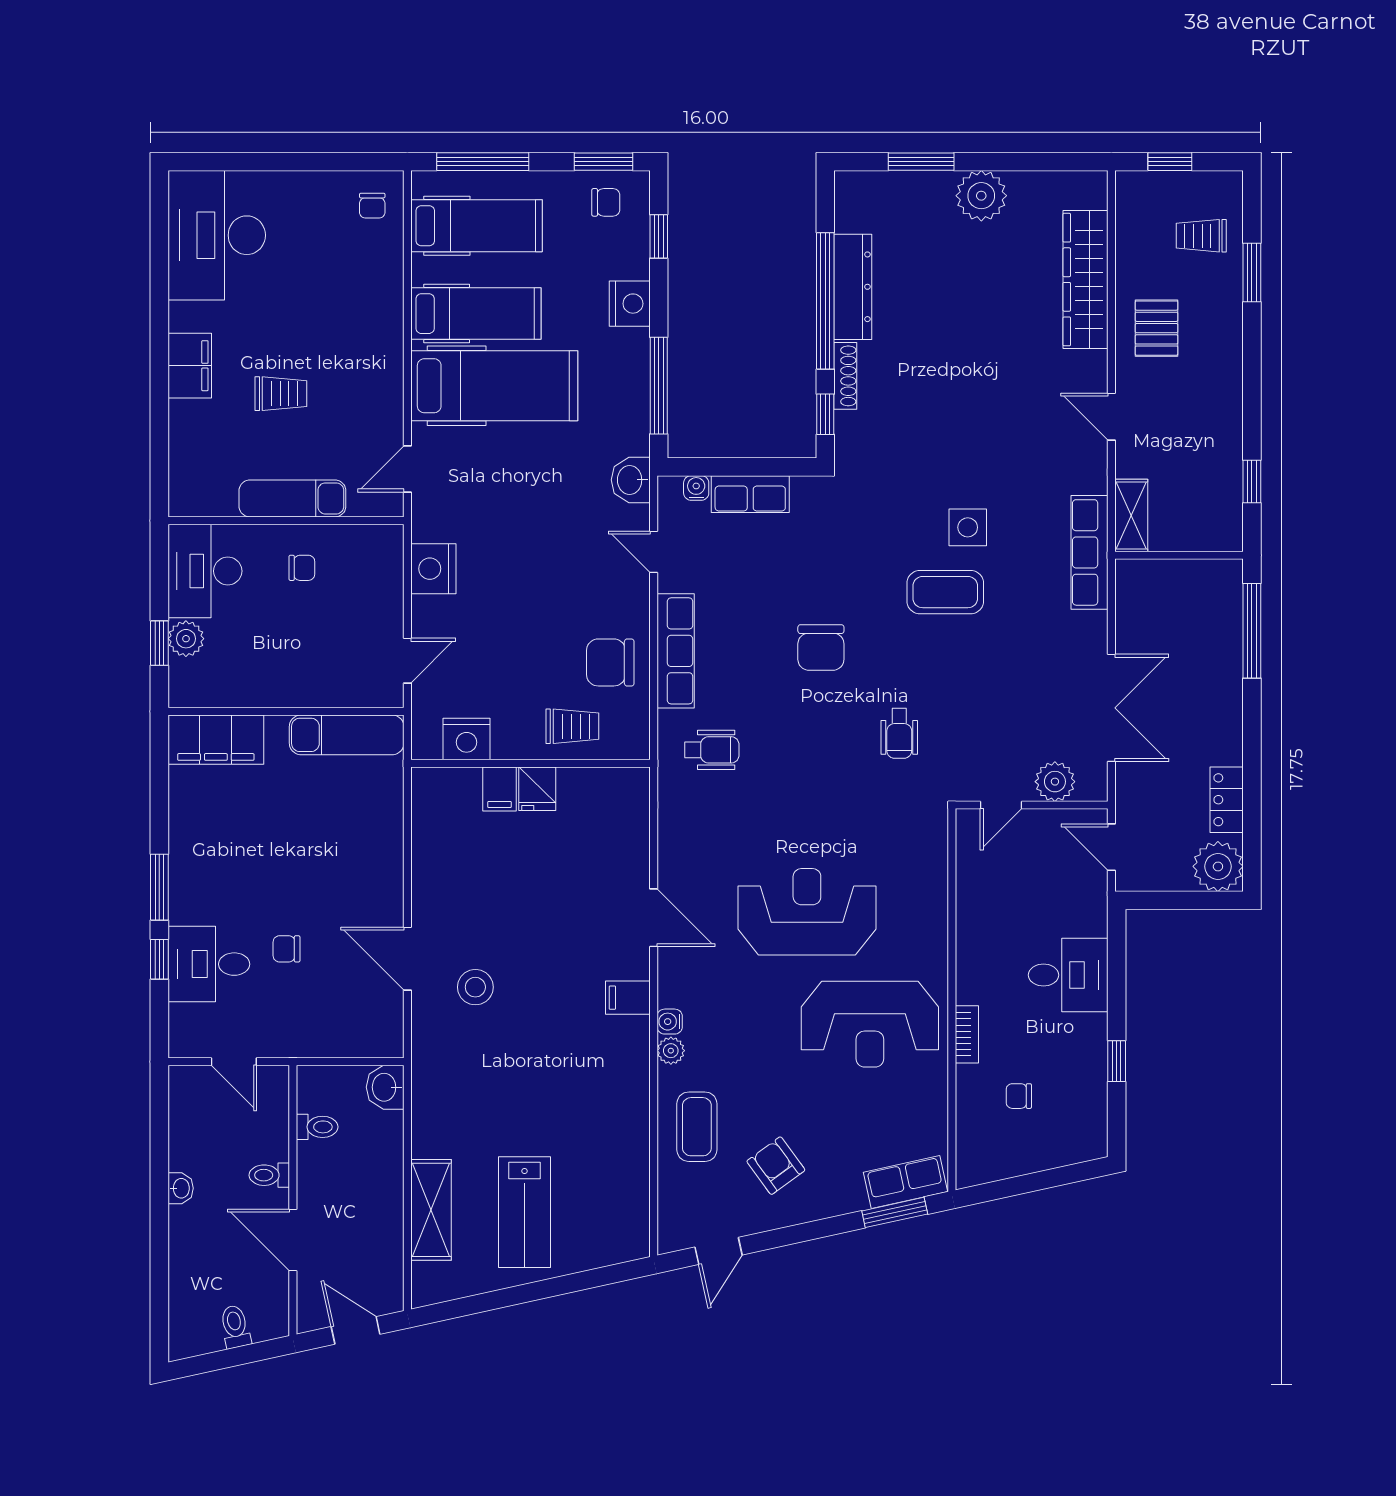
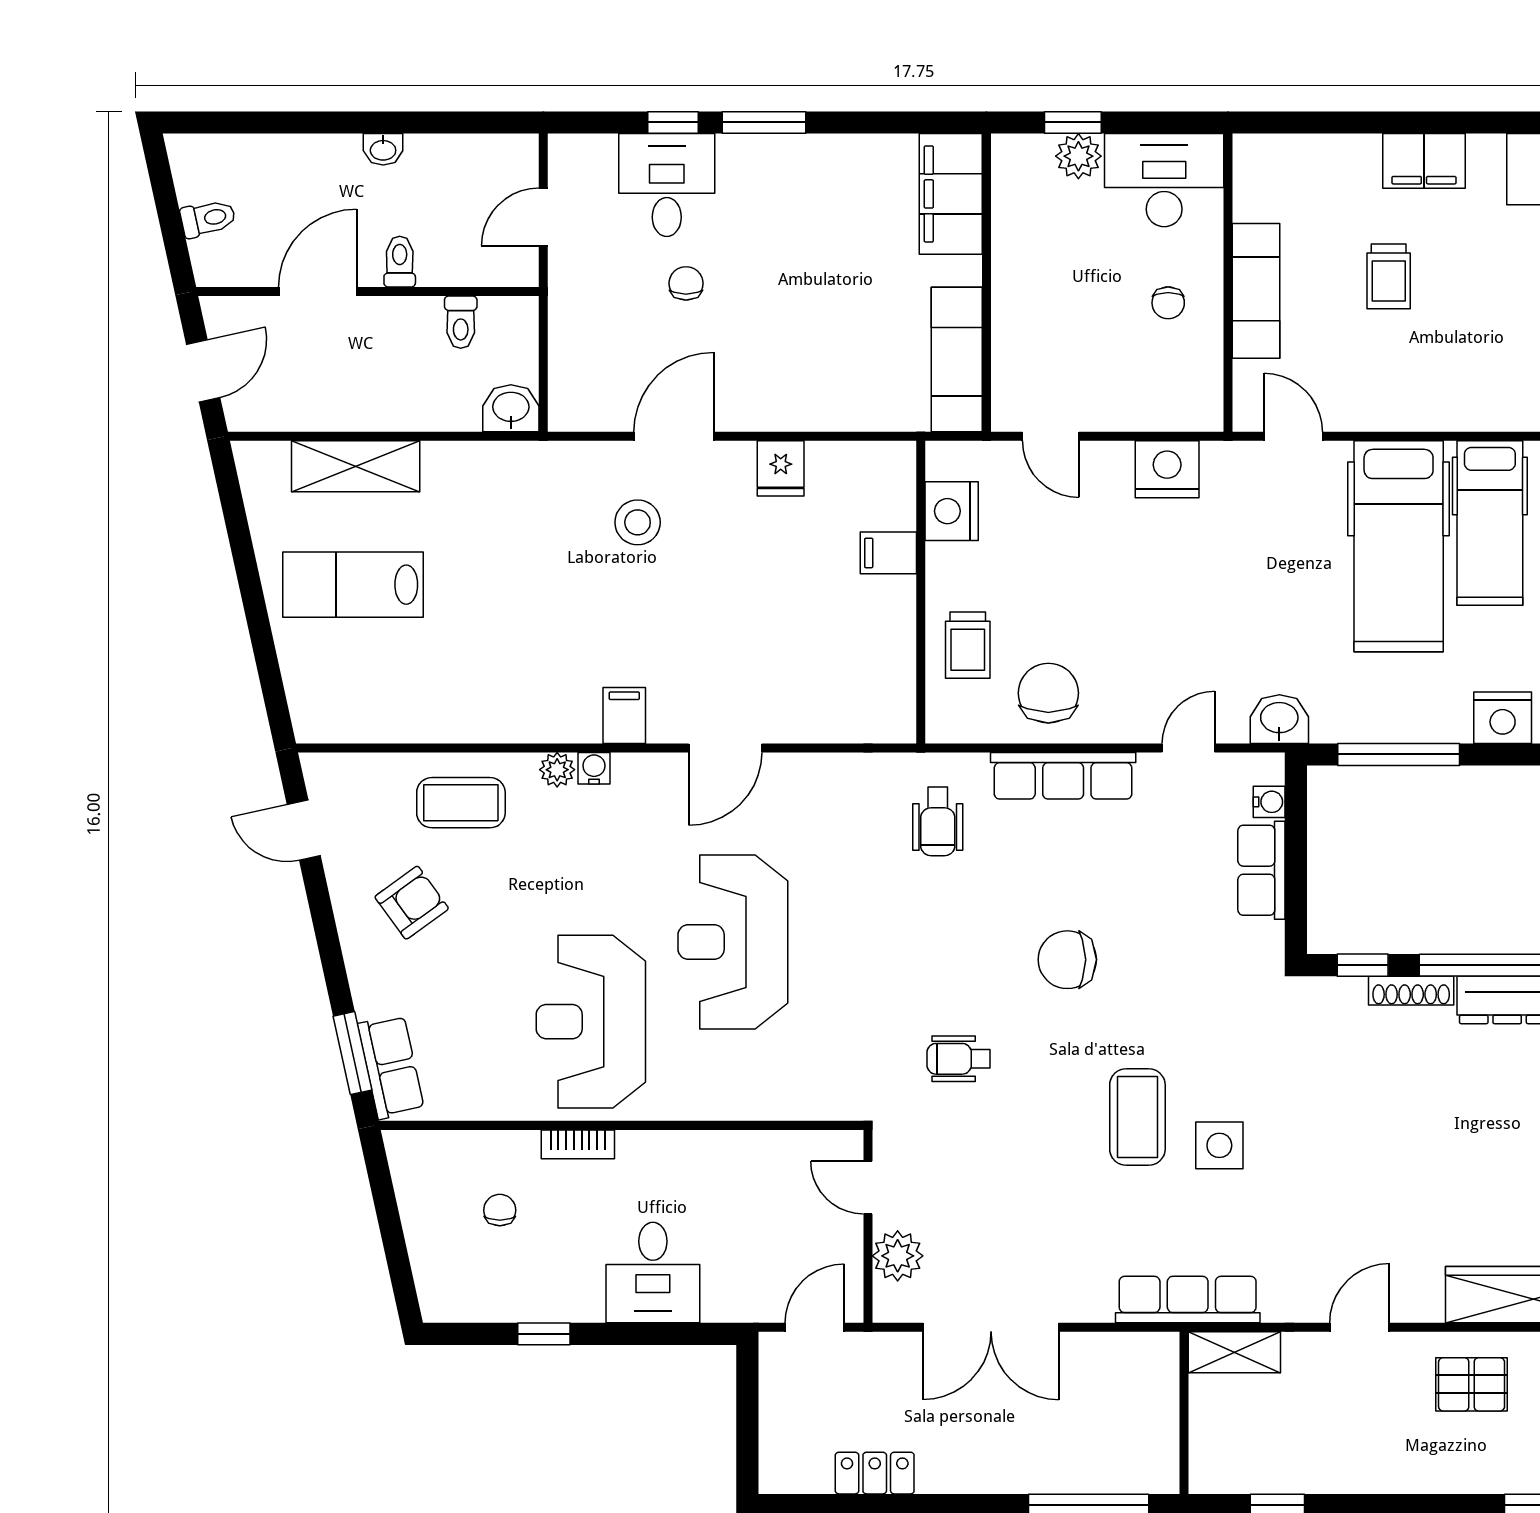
fridge: (537, 789) -> (781, 468), moved, turned -90
plant: (1218, 866) -> (790, 1462), removed
reception desk: (807, 912) -> (733, 942), turned 180

